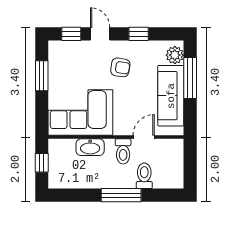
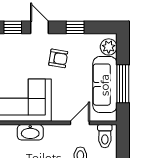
window: (190, 78) -> (123, 84), moved
toilet: (123, 151) -> (105, 136), moved

